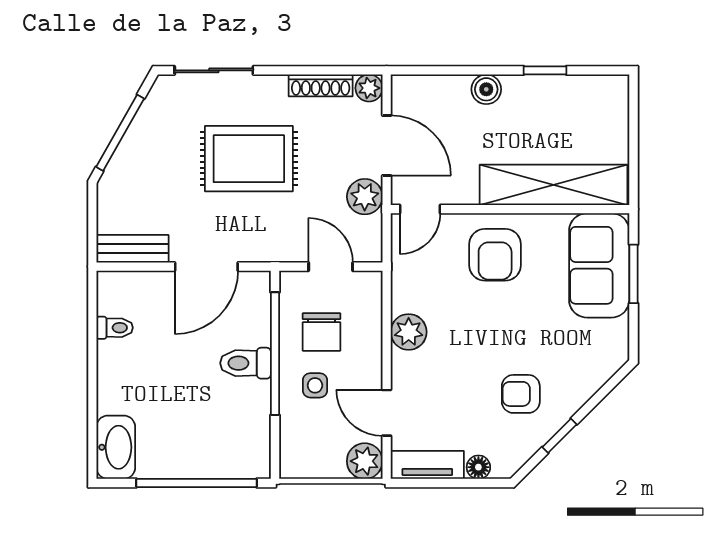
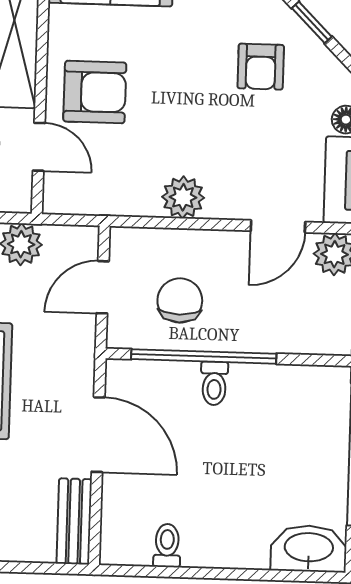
door: (420, 209) -> (39, 147), moved
chair: (322, 332) -> (180, 300), turned -90
toilet: (246, 363) -> (214, 383), width x0.73, depth x0.72
side table: (315, 385) -> (243, 310), removed

